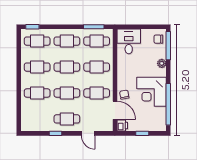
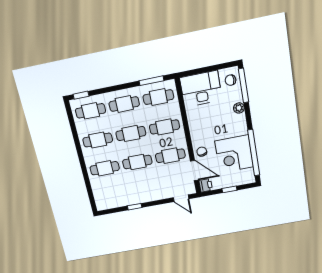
desk: (129, 41) -> (201, 89), width x1.37
corner desk: (151, 92) -> (234, 154), moved
cafe table: (67, 119) -> (143, 190), removed
door: (88, 133) -> (181, 198), moved

